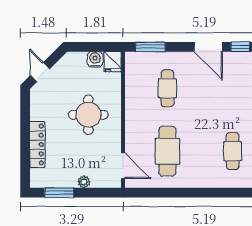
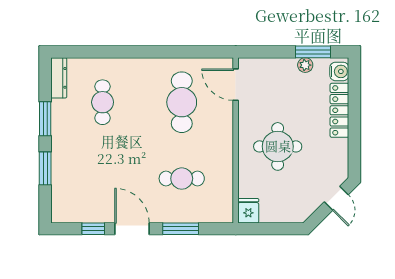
window: (150, 47) -> (181, 229), moved
water cooler: (95, 59) -> (339, 71), moved, turned -90
cafe table: (167, 88) -> (182, 179), turned 90
plant: (84, 182) -> (305, 65), moved

